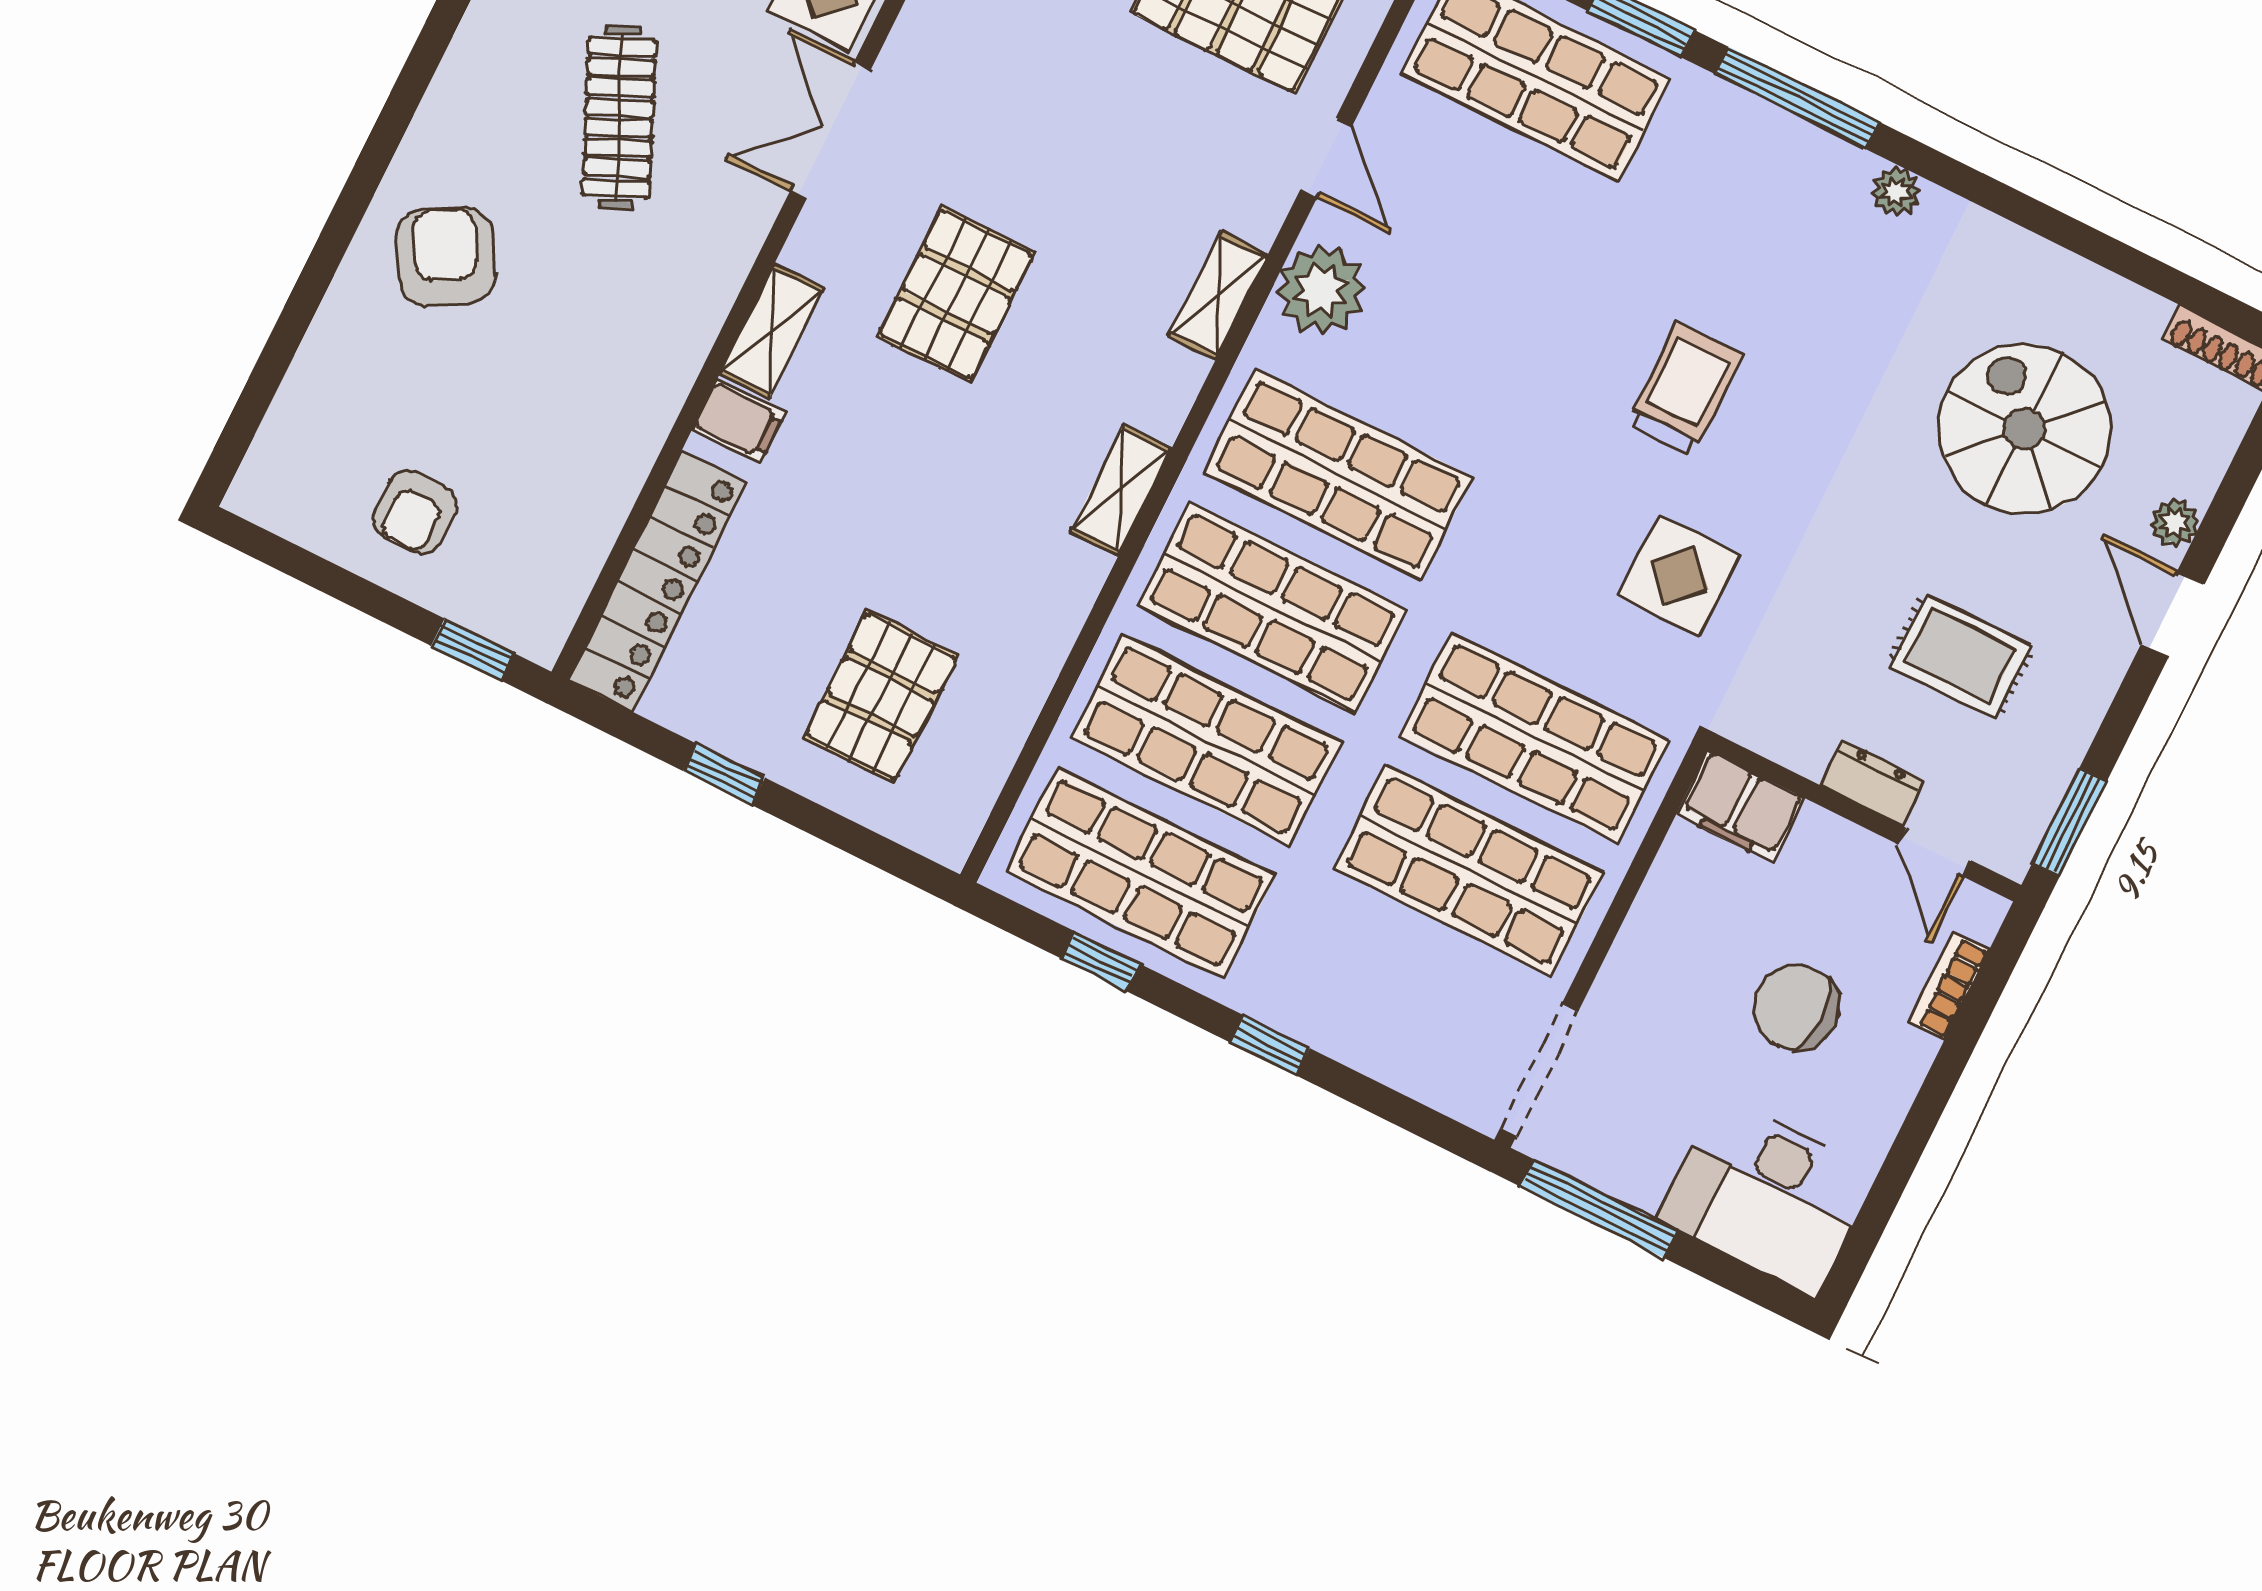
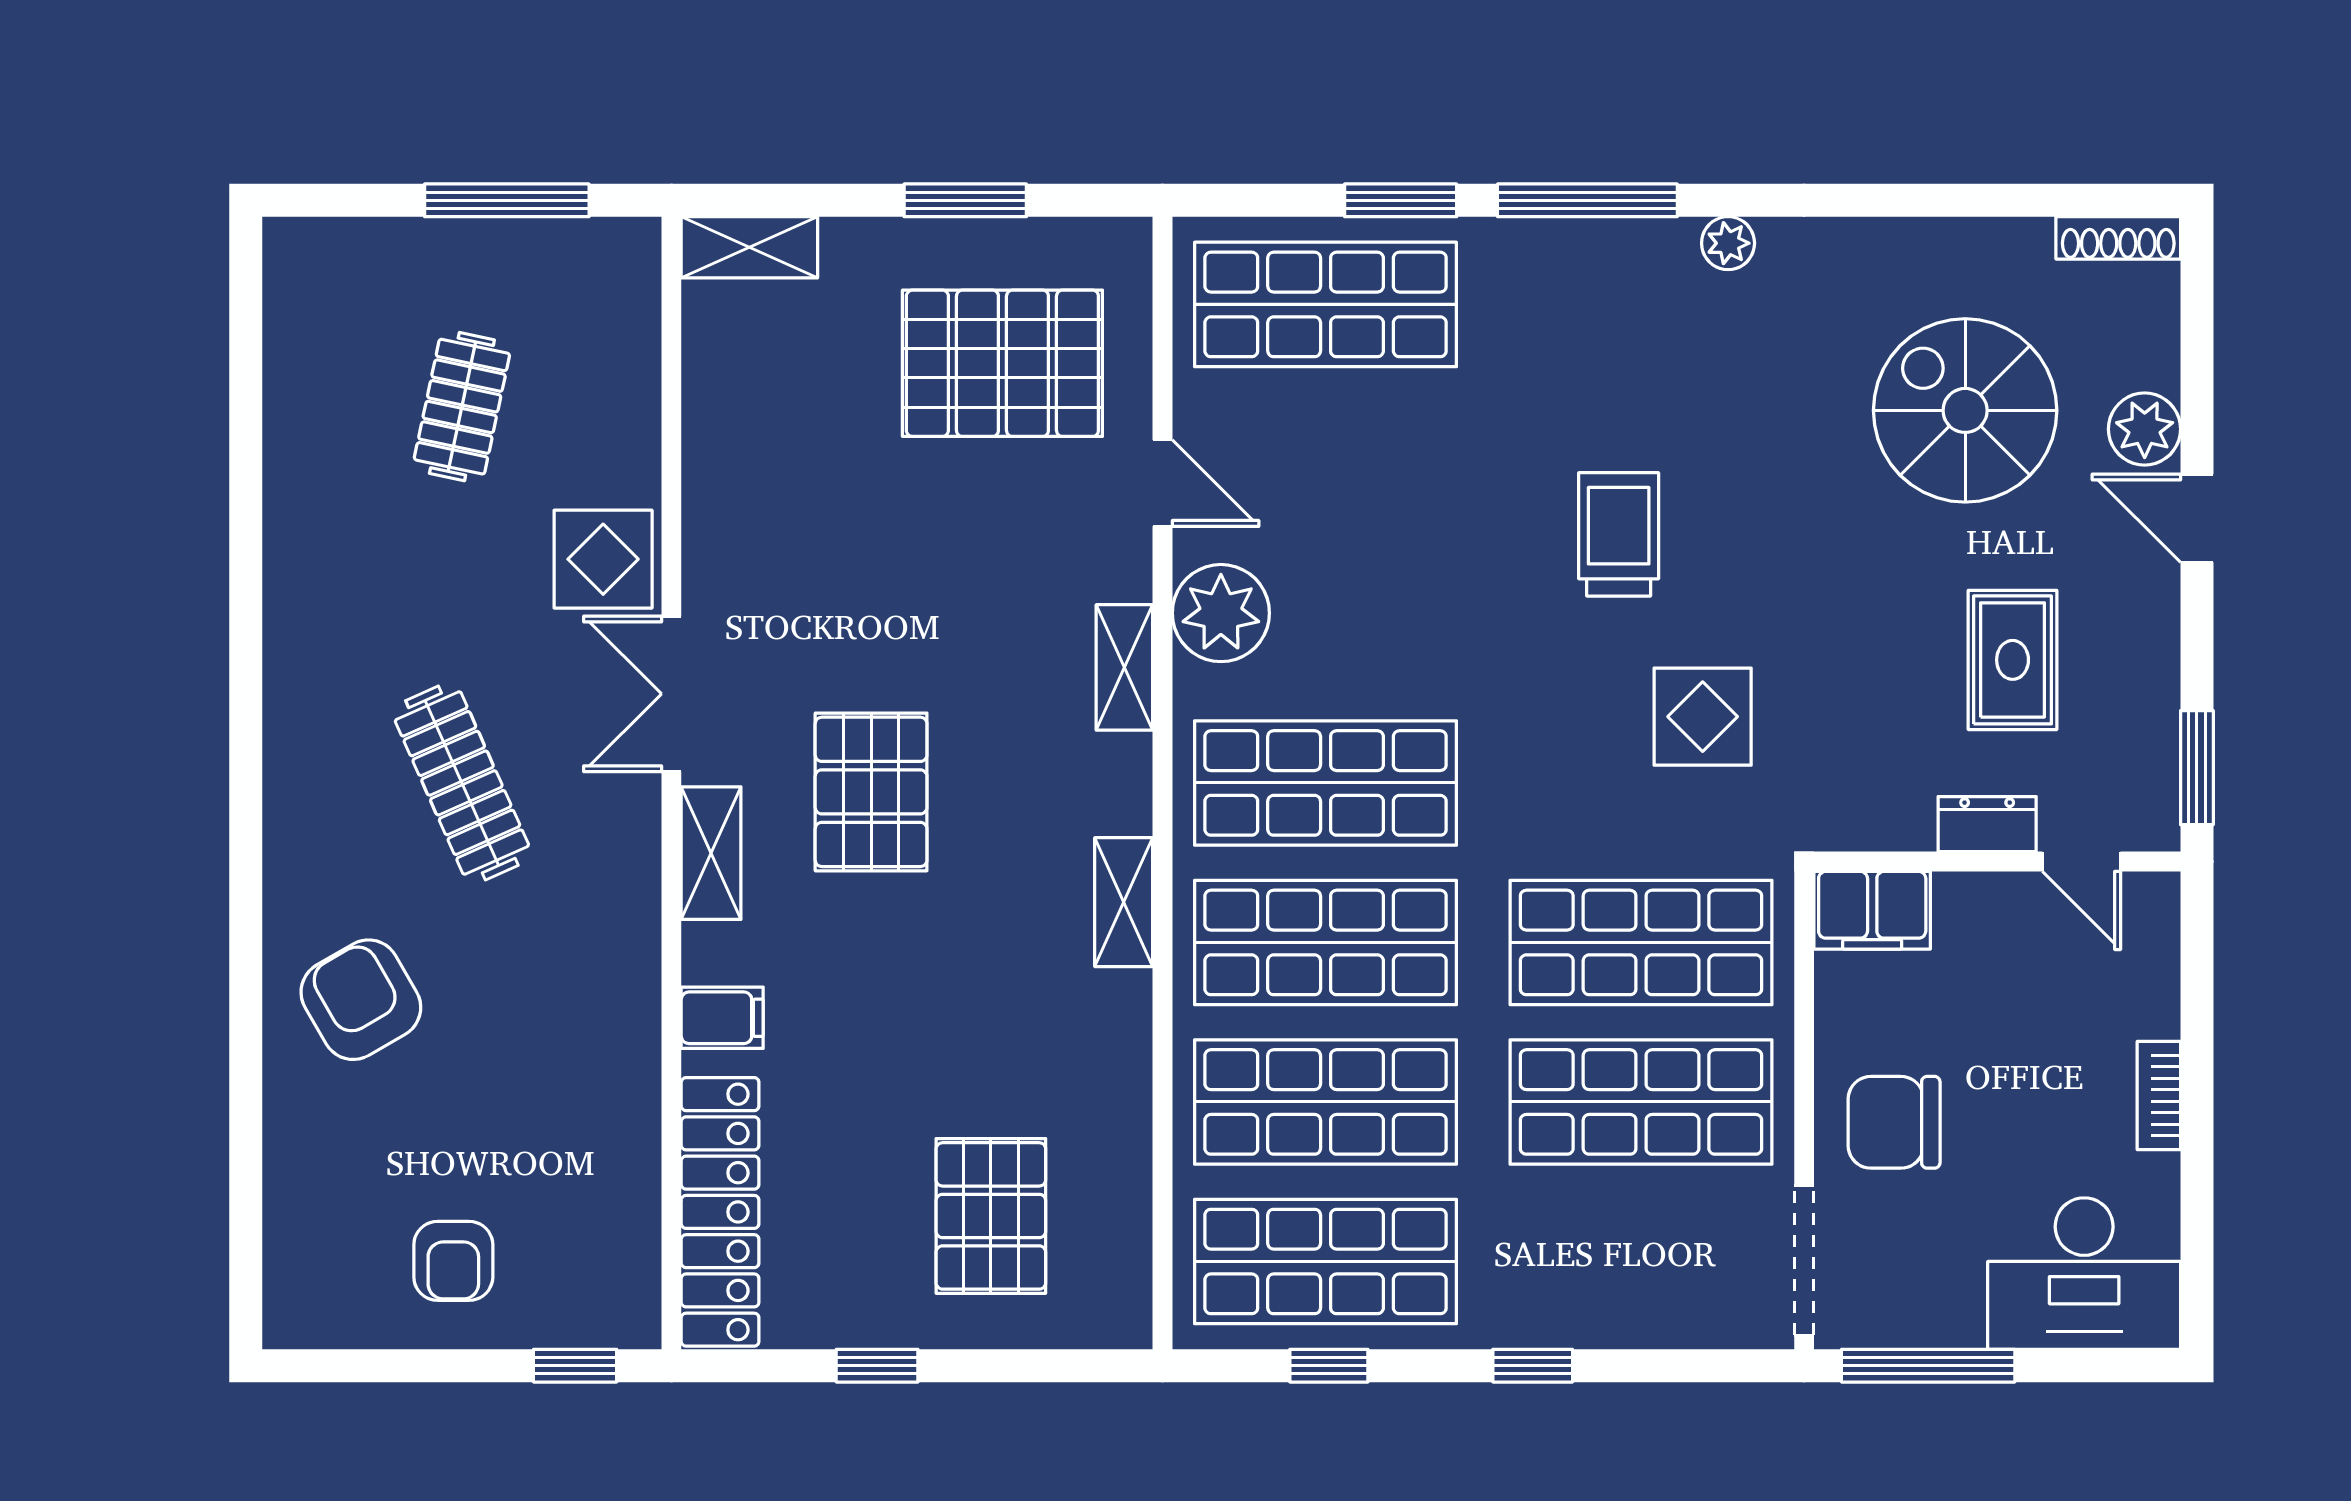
shelving: (772, 331) -> (711, 853), moved
plant: (2174, 522) -> (2145, 429), width x1.38, depth x1.38
rug: (1961, 656) -> (2013, 660), turned 90
bookcase: (1949, 986) -> (2159, 1096), moved
chair: (1796, 1007) -> (1894, 1122), moved

